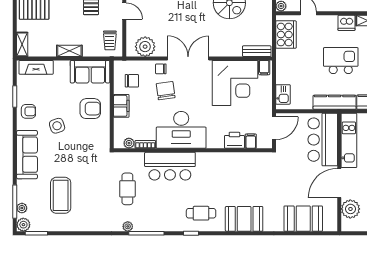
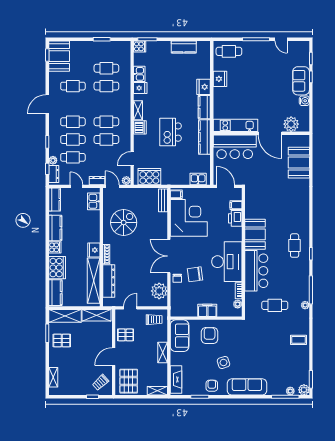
chair: (132, 81) -> (187, 302), removed
coffee table: (61, 195) -> (299, 340), moved, width x0.54, depth x0.58
booth: (244, 219) -> (255, 234), moved

